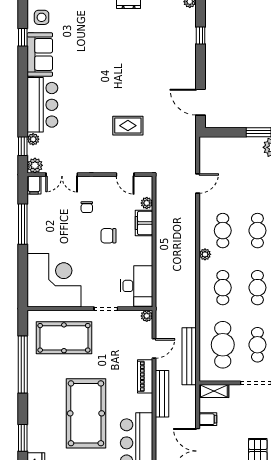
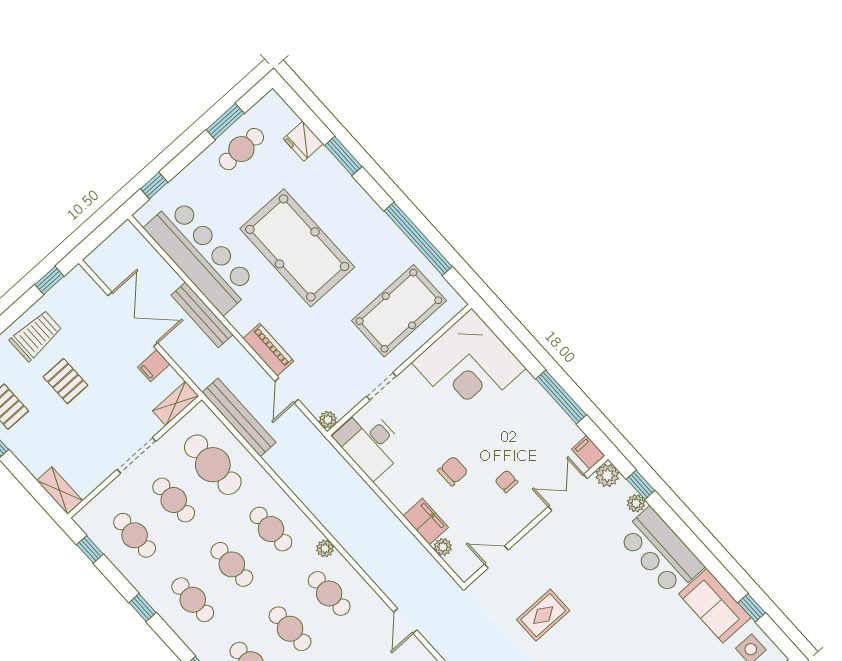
bench: (162, 394) -> (202, 315), moved

